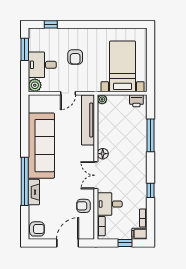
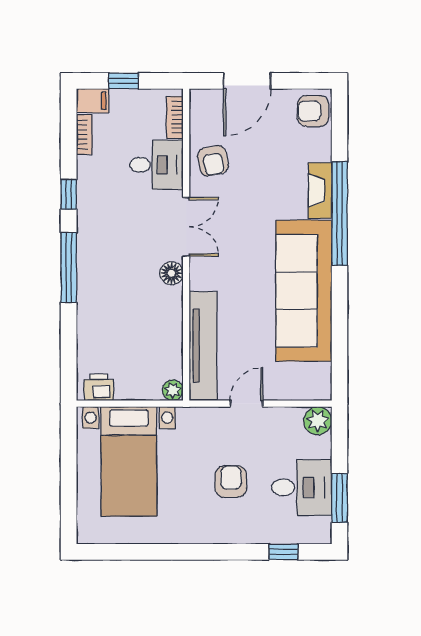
desk: (42, 65) -> (302, 487), moved
window: (150, 135) -> (69, 268), moved
armchair: (83, 206) -> (213, 161), turned 79

